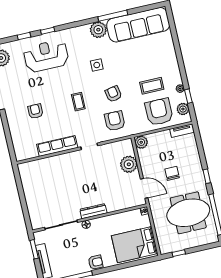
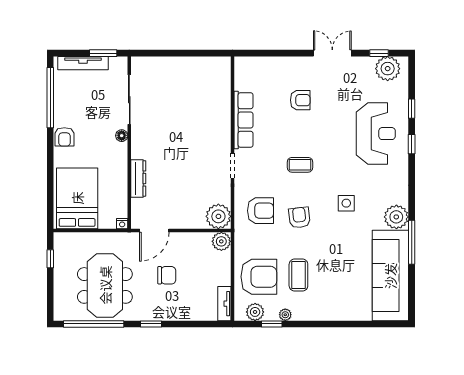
armchair: (113, 94) -> (299, 218), turned -86
plant: (129, 164) -> (218, 216), moved
dresser: (93, 211) -> (138, 178), moved

